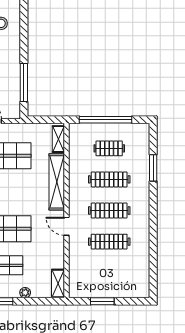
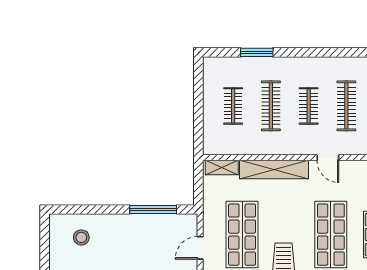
window: (106, 120) -> (198, 110), removed
clothes rail: (109, 211) -> (309, 106), width x0.73
door: (67, 226) -> (328, 158), hinge flipped

